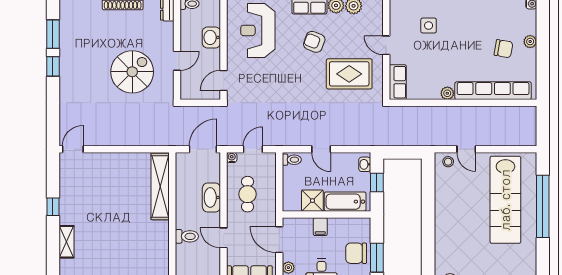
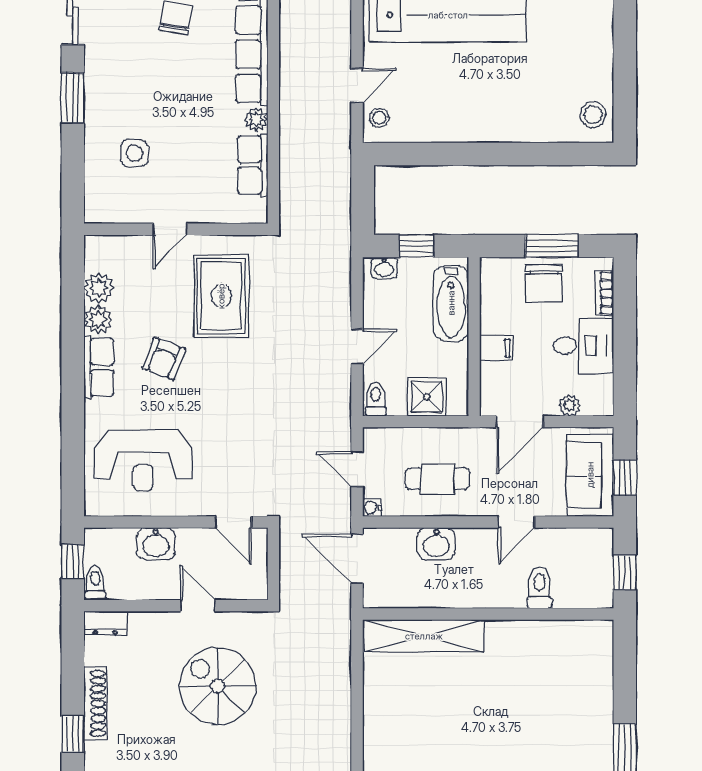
row of seats: (398, 82) -> (253, 165), moved, turned -90
washbasin: (211, 197) -> (436, 544), width x0.72
shower: (312, 201) -> (427, 397), moved
toilet: (187, 236) -> (540, 588), moved

